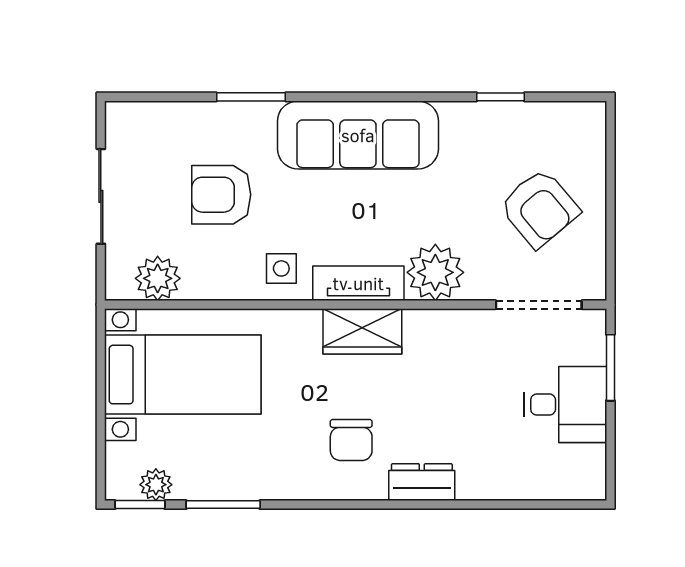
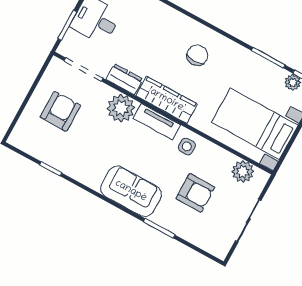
sofa: (358, 135) -> (131, 191), width x0.73
armchair: (539, 208) -> (60, 111), turned 40
wardrobe: (362, 331) -> (167, 100), width x1.50
dresser: (422, 482) -> (124, 79), moved, turned 180

